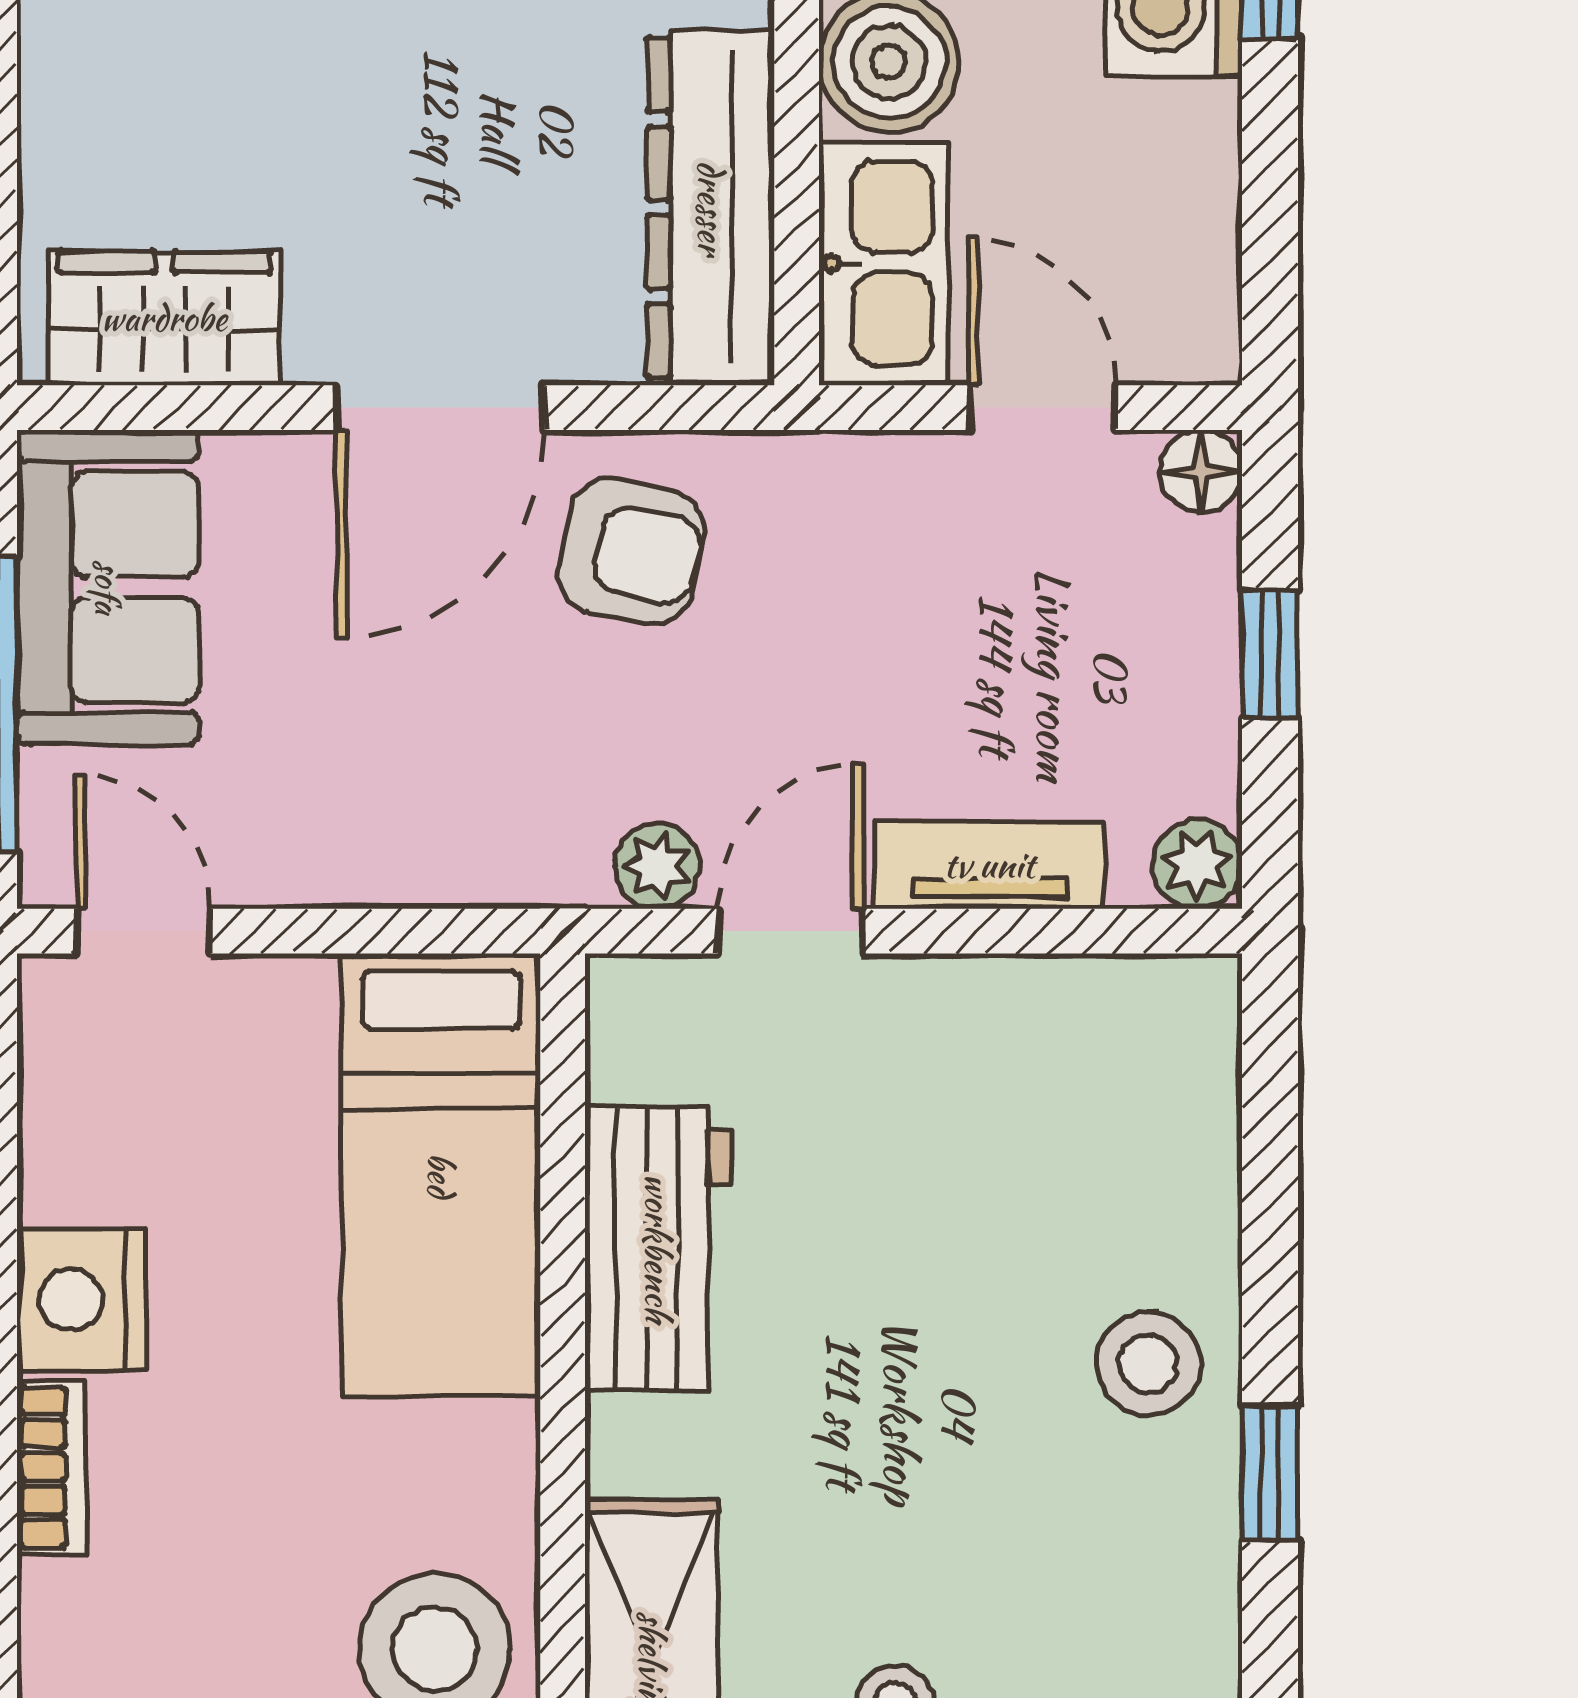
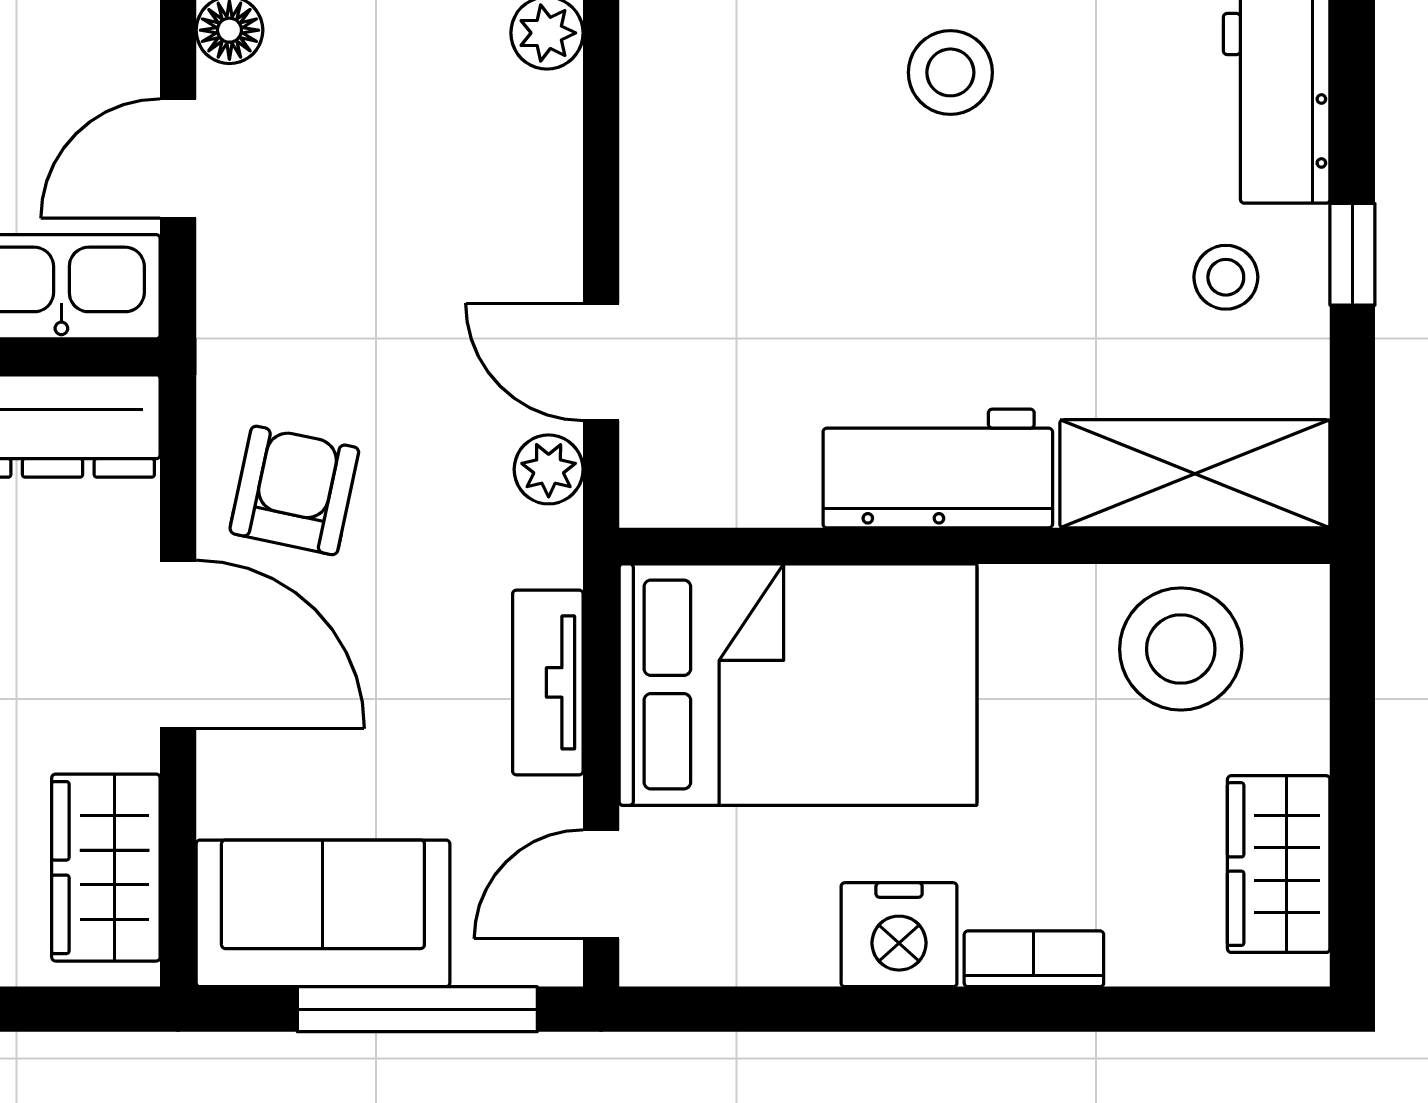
tv unit: (989, 865) -> (548, 682), moved
bed: (441, 1175) -> (798, 685), width x1.50
workbench: (658, 1248) -> (938, 468), moved

